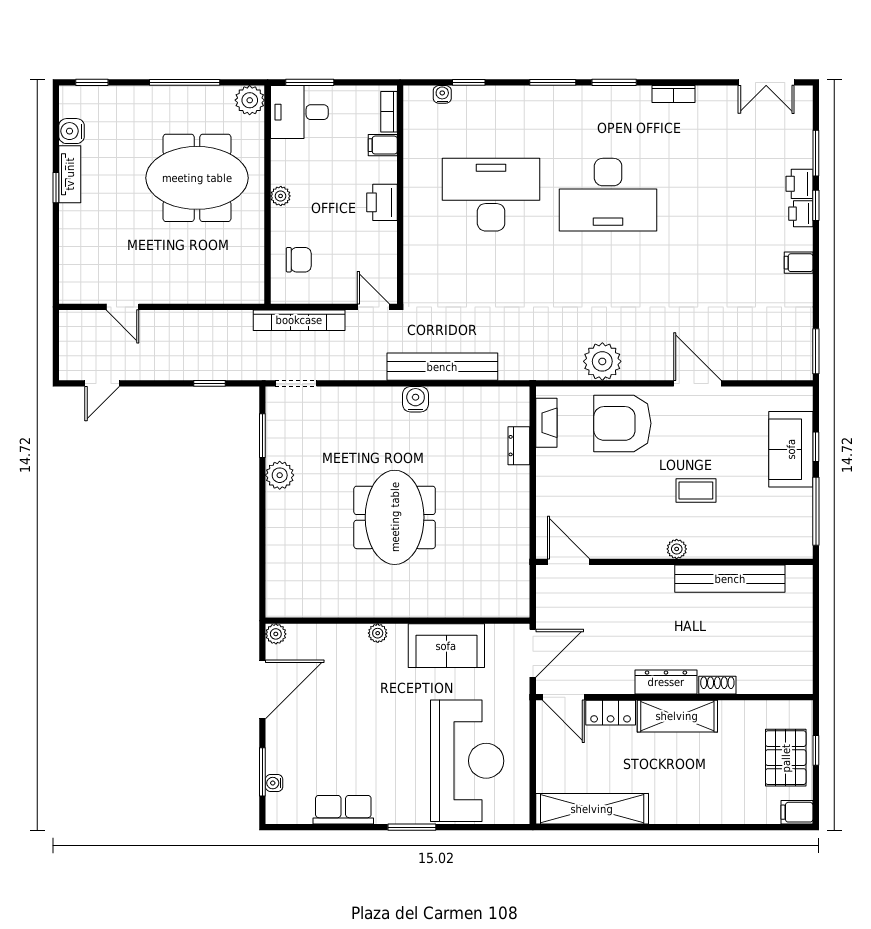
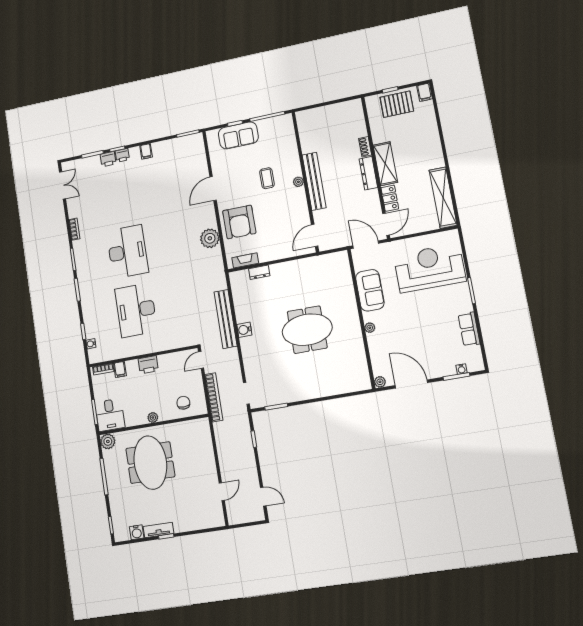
plant: (280, 475) -> (295, 394), removed
bench: (730, 579) -> (314, 181), moved

